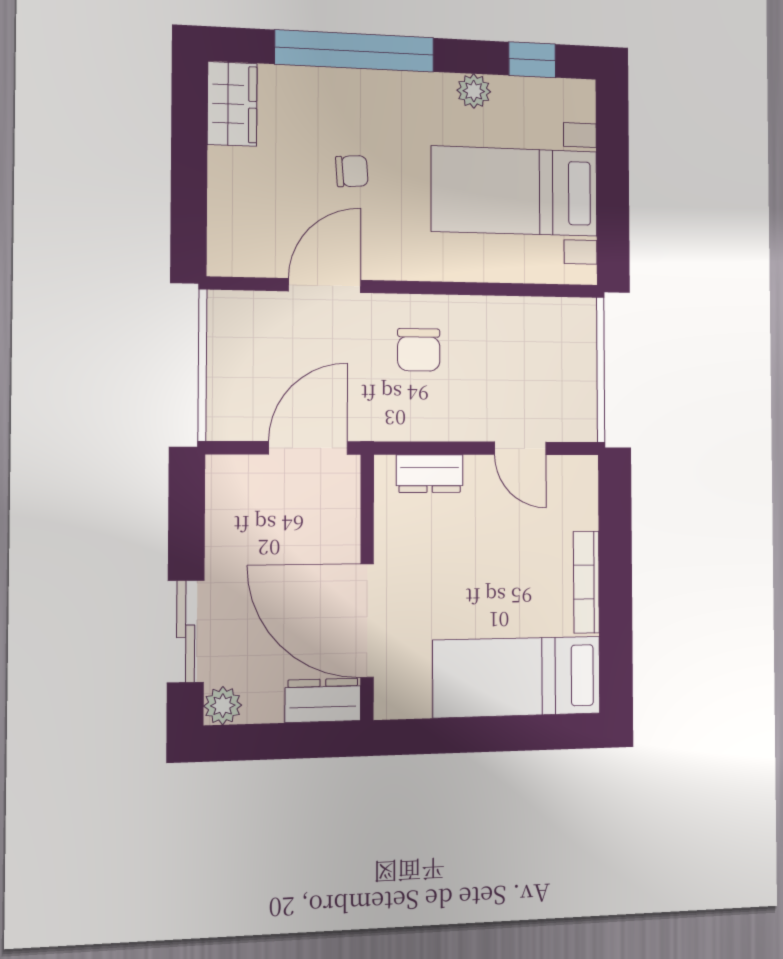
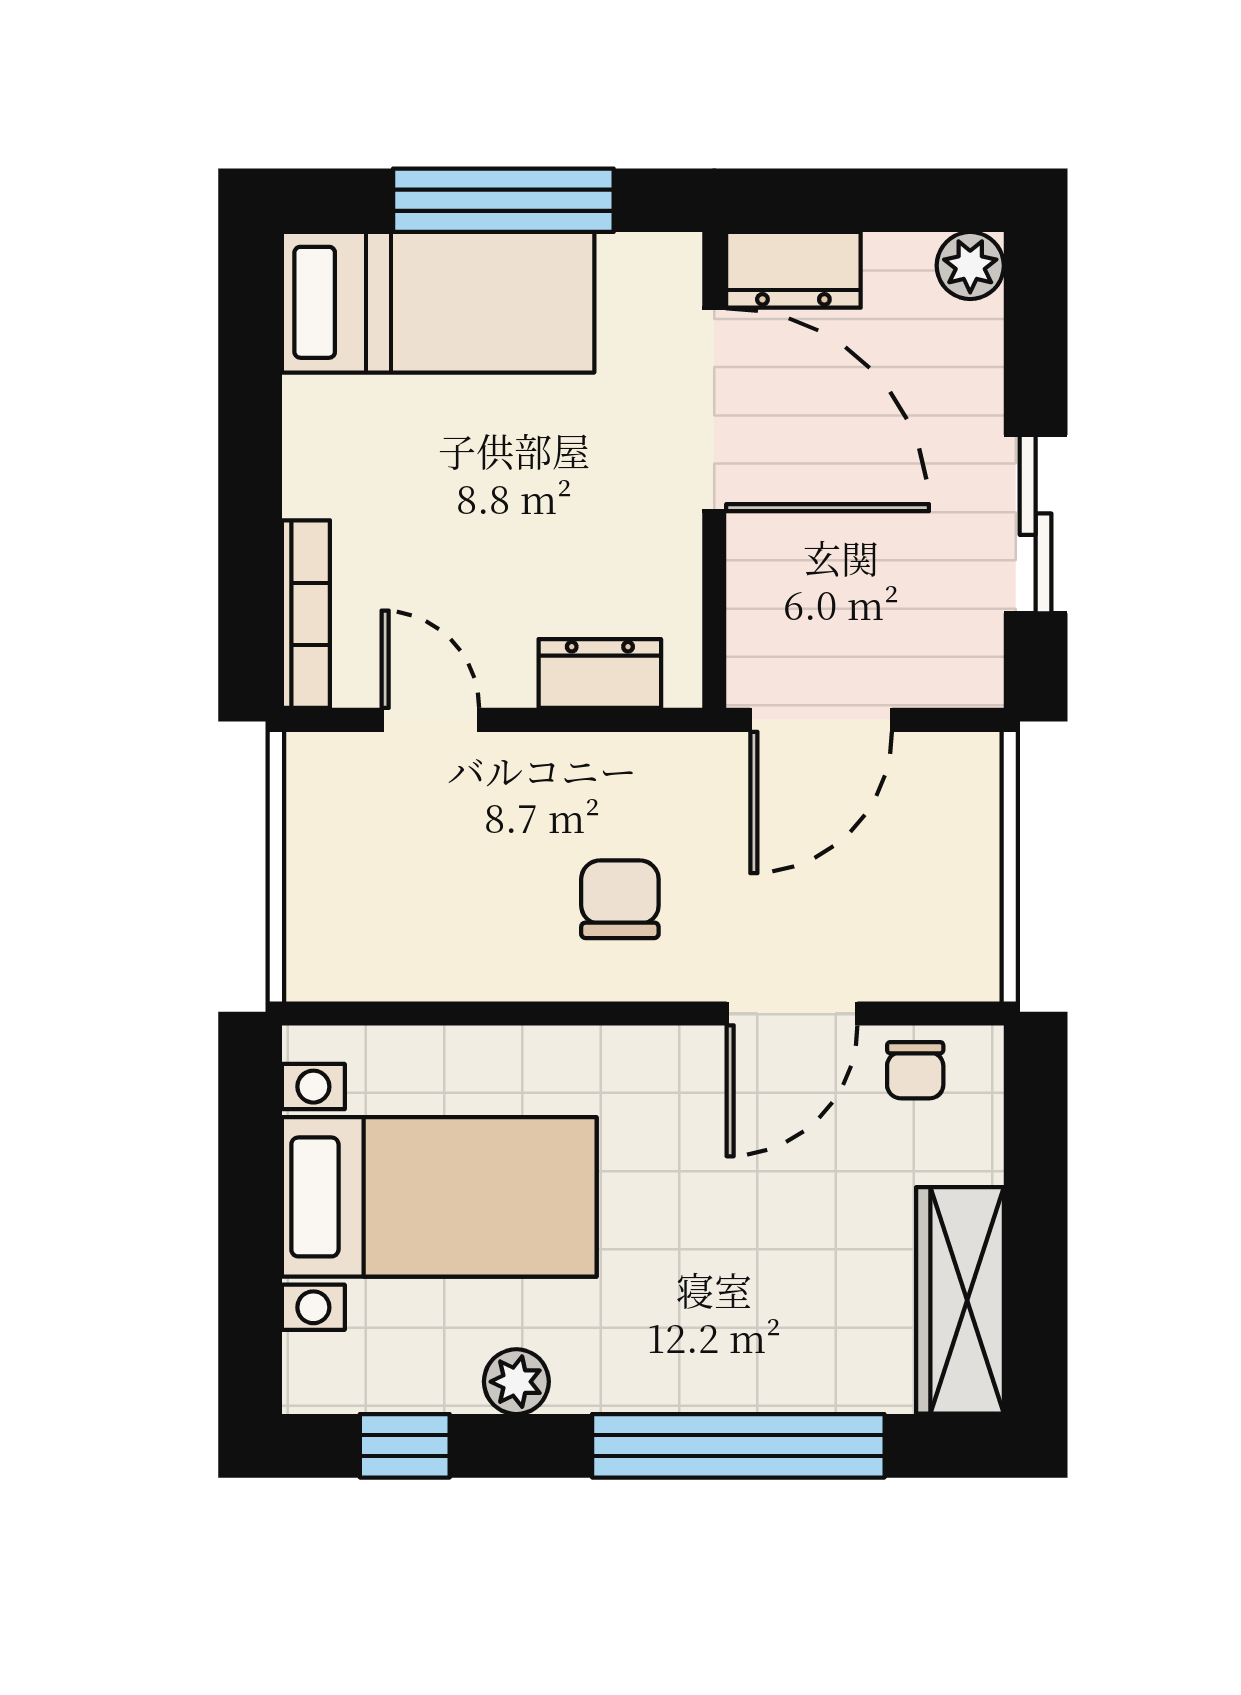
wardrobe: (232, 104) -> (960, 1300), width x1.50
chair: (352, 171) -> (915, 1070), moved, turned -86
bookcase: (586, 582) -> (306, 614), moved
sliding door: (186, 631) -> (1036, 524), moved
window: (482, 734) -> (503, 200), added

